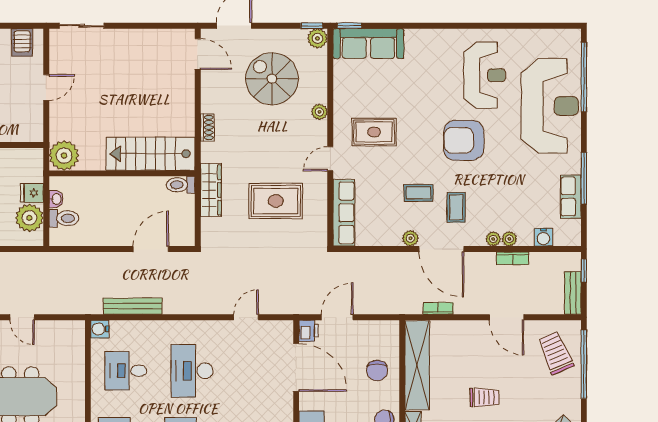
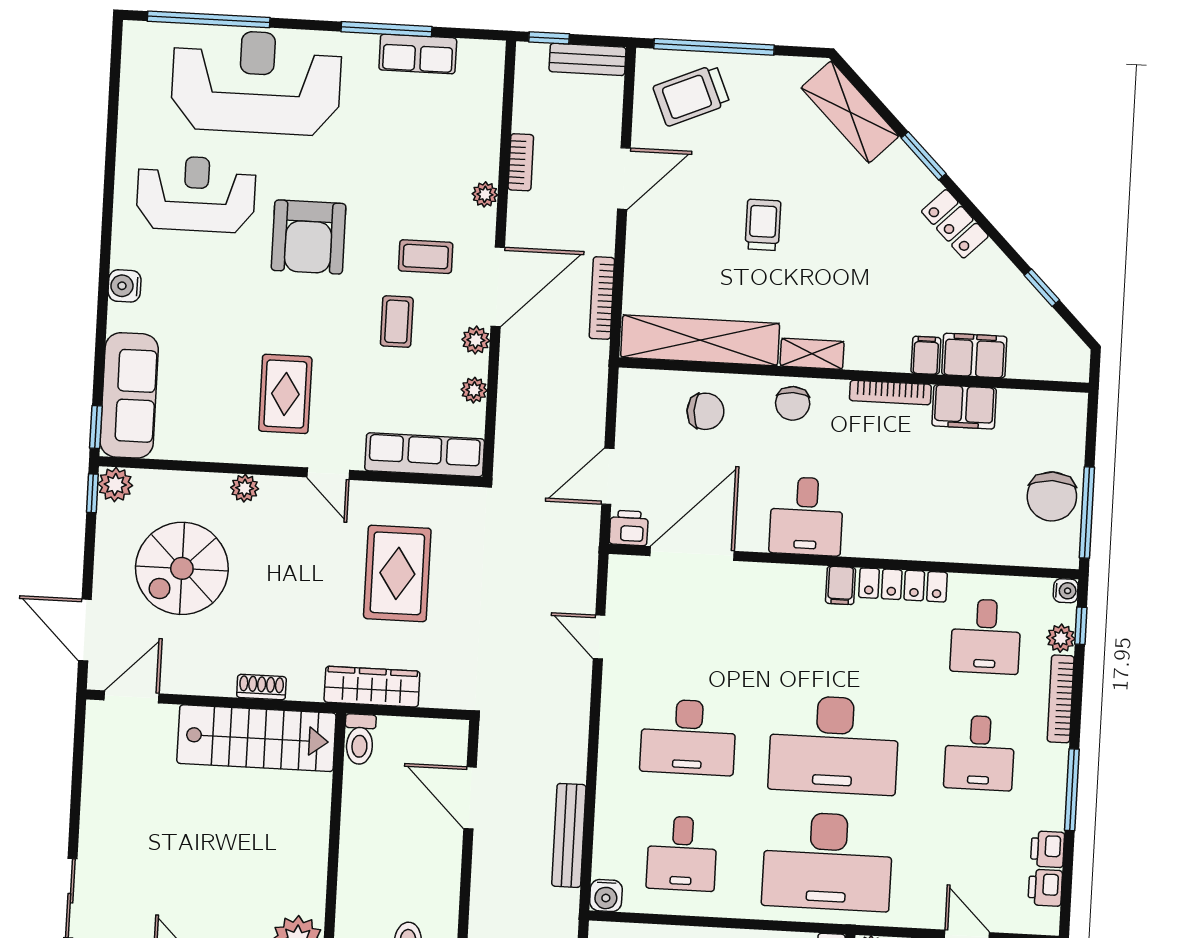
stairs: (150, 154) -> (256, 738), moved, turned -90
water cooler: (543, 237) -> (125, 286), moved, turned 180
plant: (509, 239) -> (474, 390), moved
bookcase: (438, 308) -> (602, 298), width x1.56
door: (337, 317) -> (608, 476), hinge flipped

